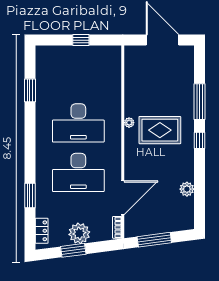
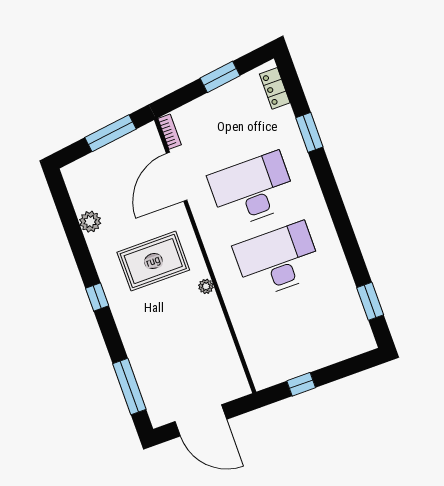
window: (81, 40) -> (301, 384), moved
window: (30, 90) -> (370, 301), moved
window: (199, 102) -> (129, 386), moved
rug: (160, 130) -> (153, 261), moved
plant: (79, 233) -> (220, 104), removed

